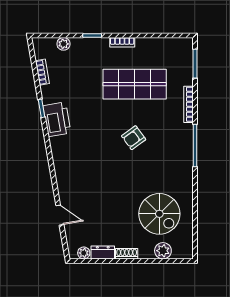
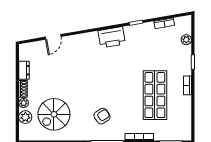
printer: (57, 119) -> (112, 37), moved
armchair: (134, 138) -> (102, 116), moved, turned 93
plant: (84, 253) -> (24, 103), moved

